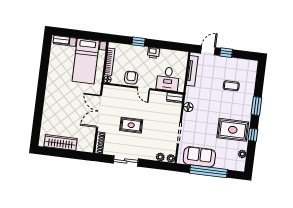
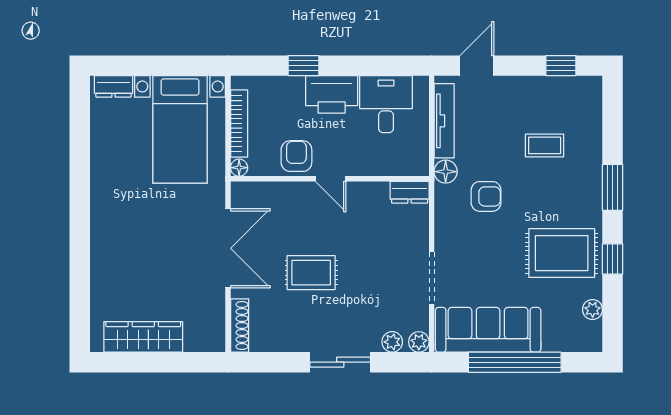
printer: (153, 53) -> (332, 94), width x1.87, depth x1.48
window: (226, 53) -> (561, 66), moved
desk: (168, 79) -> (386, 104), moved, turned 180
armchair: (205, 103) -> (486, 196), added
floor lamp: (188, 107) -> (446, 172), moved
double door: (99, 111) -> (228, 248), swing flipped
sofa: (199, 157) -> (488, 330), width x1.36
sliding door: (126, 161) -> (340, 362), moved

